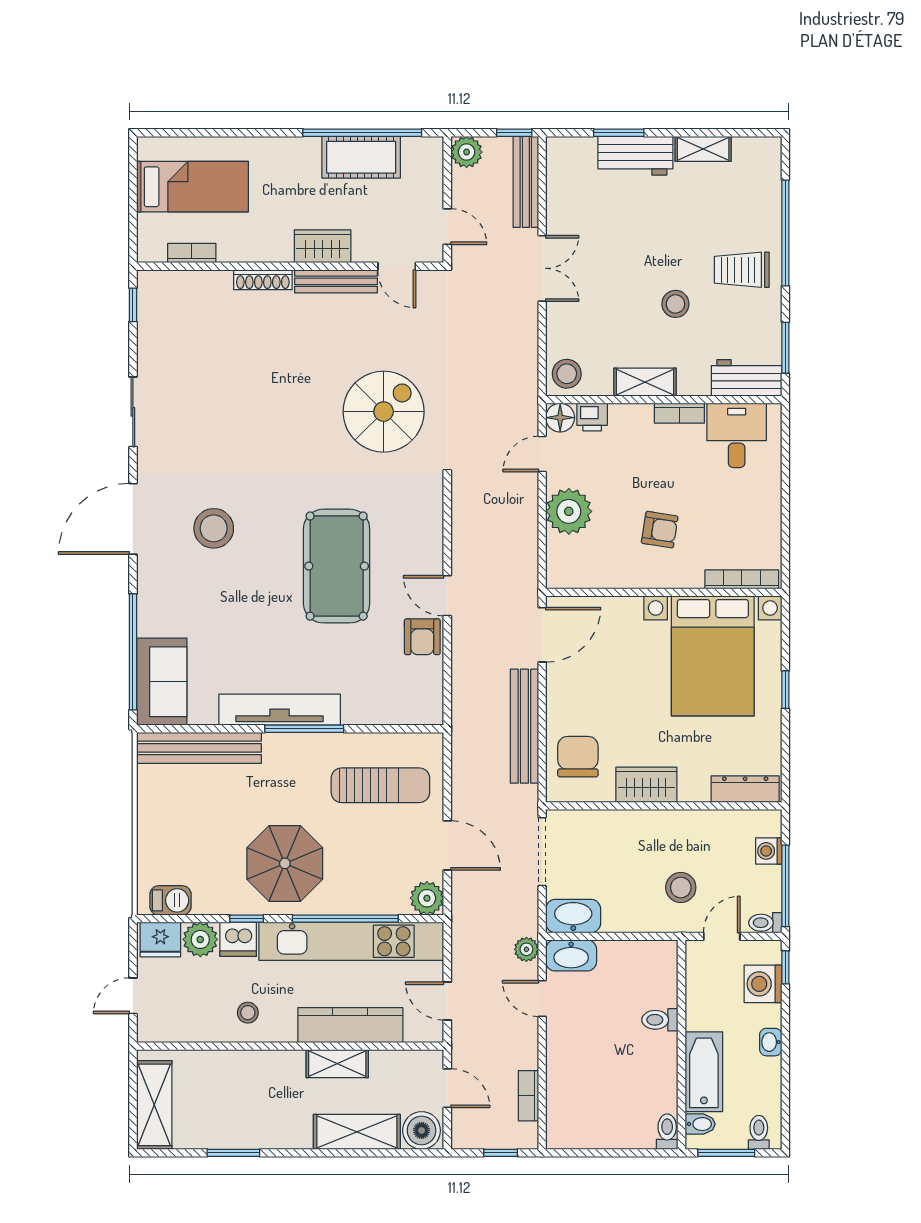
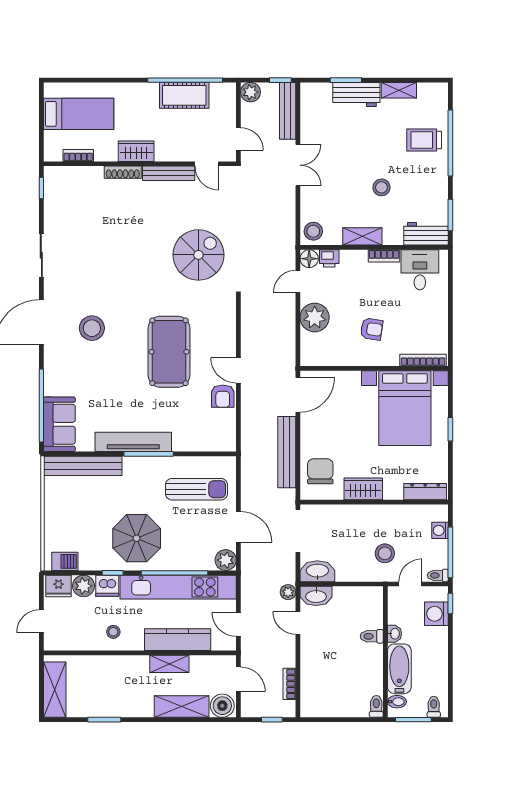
wardrobe: (323, 246) -> (136, 151), moved
trolley: (742, 270) -> (424, 140), moved
washbasin: (771, 1042) -> (395, 634), moved, turned 180

